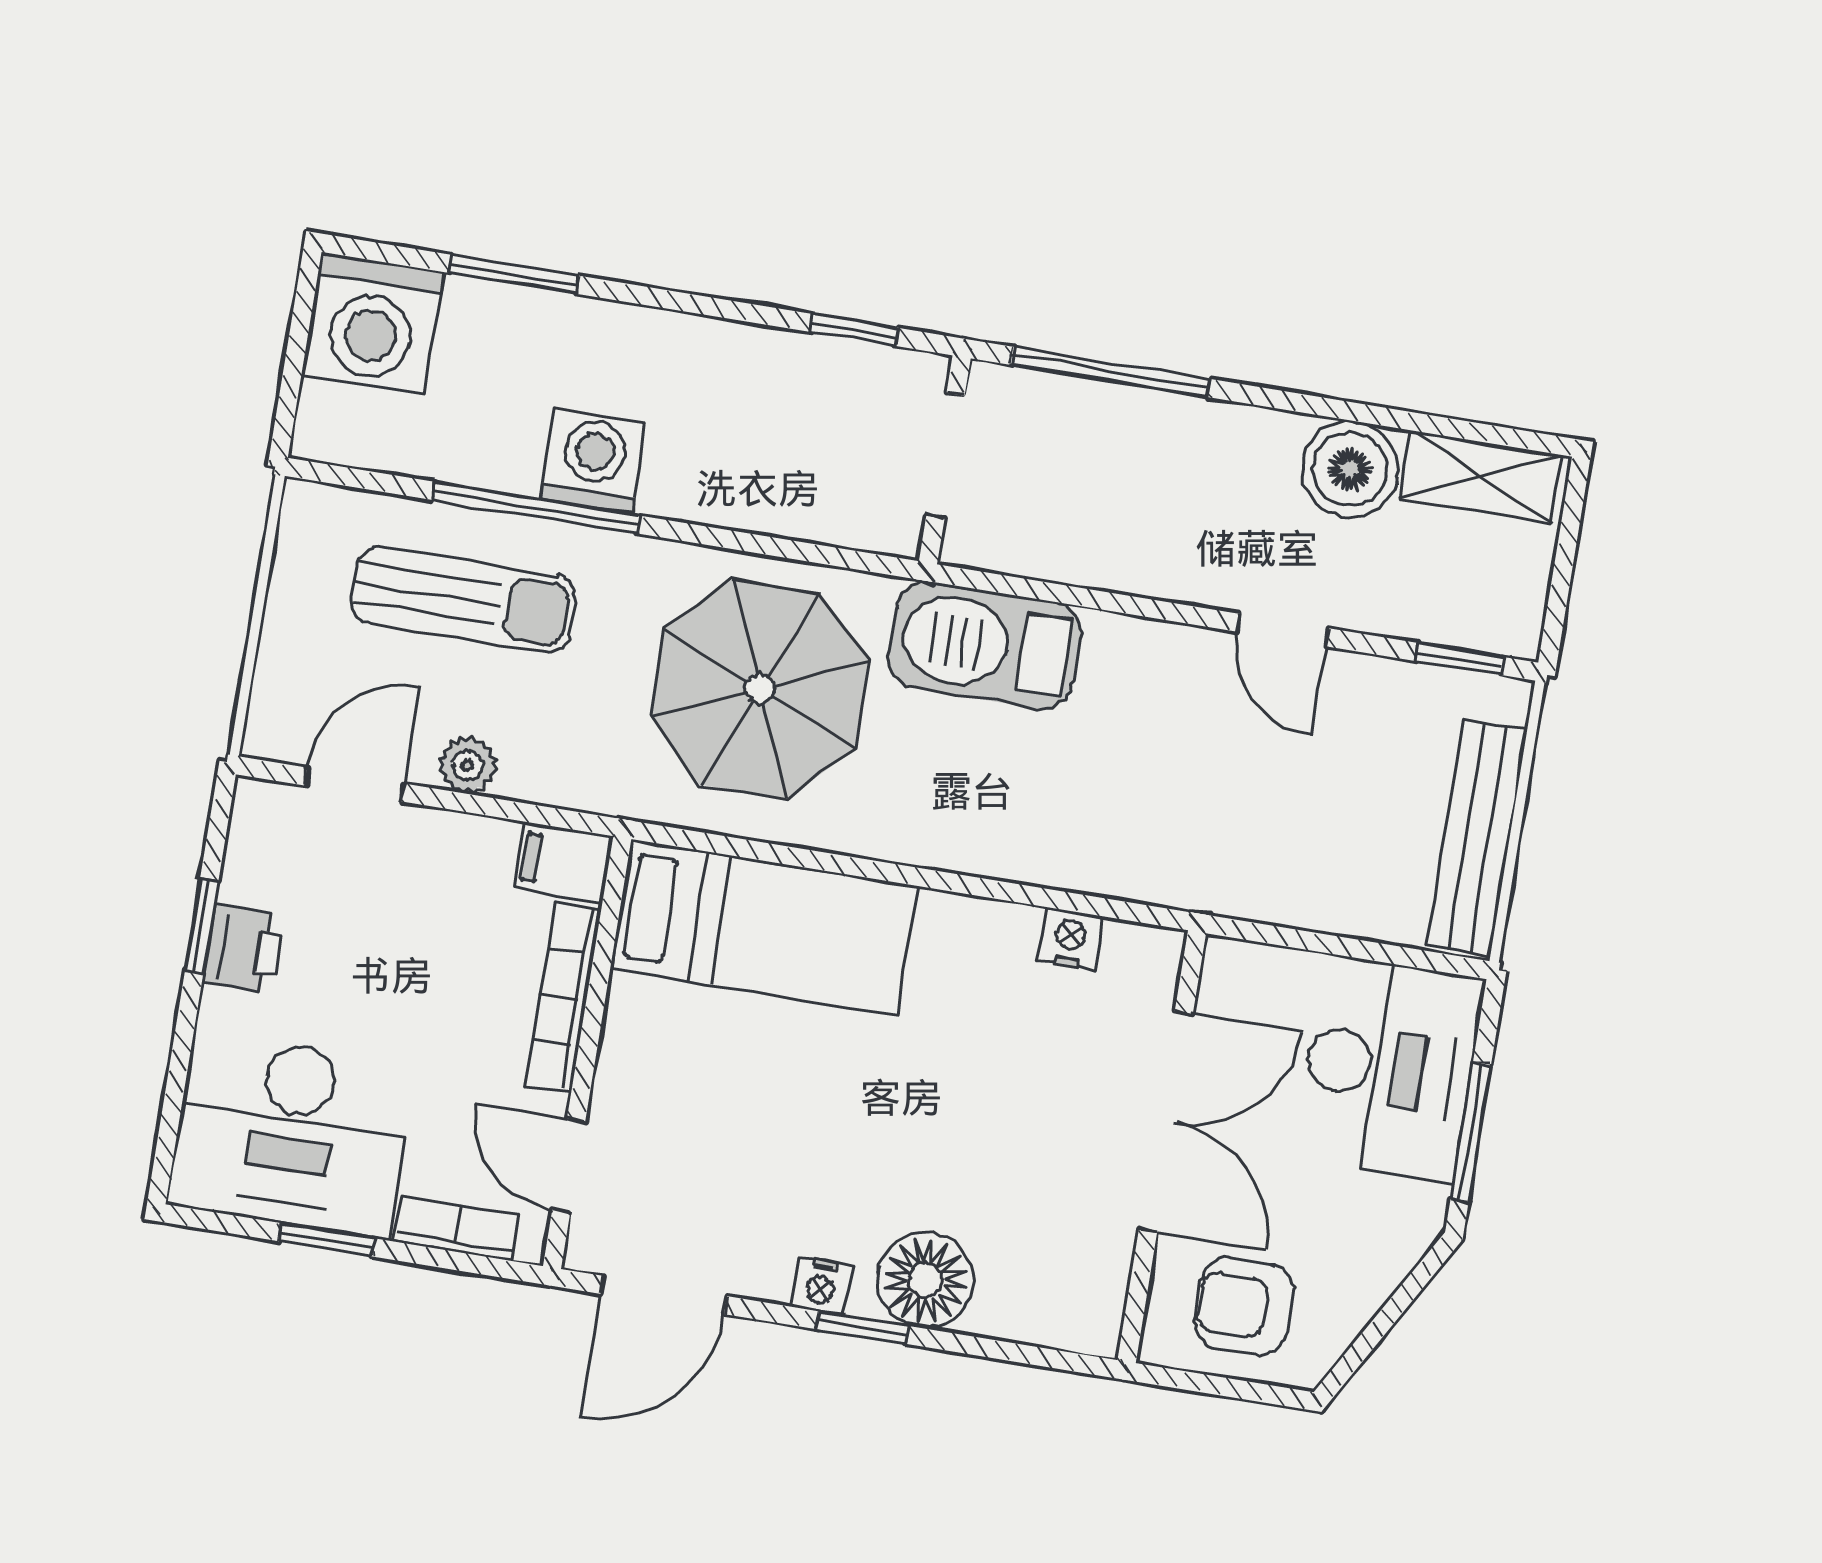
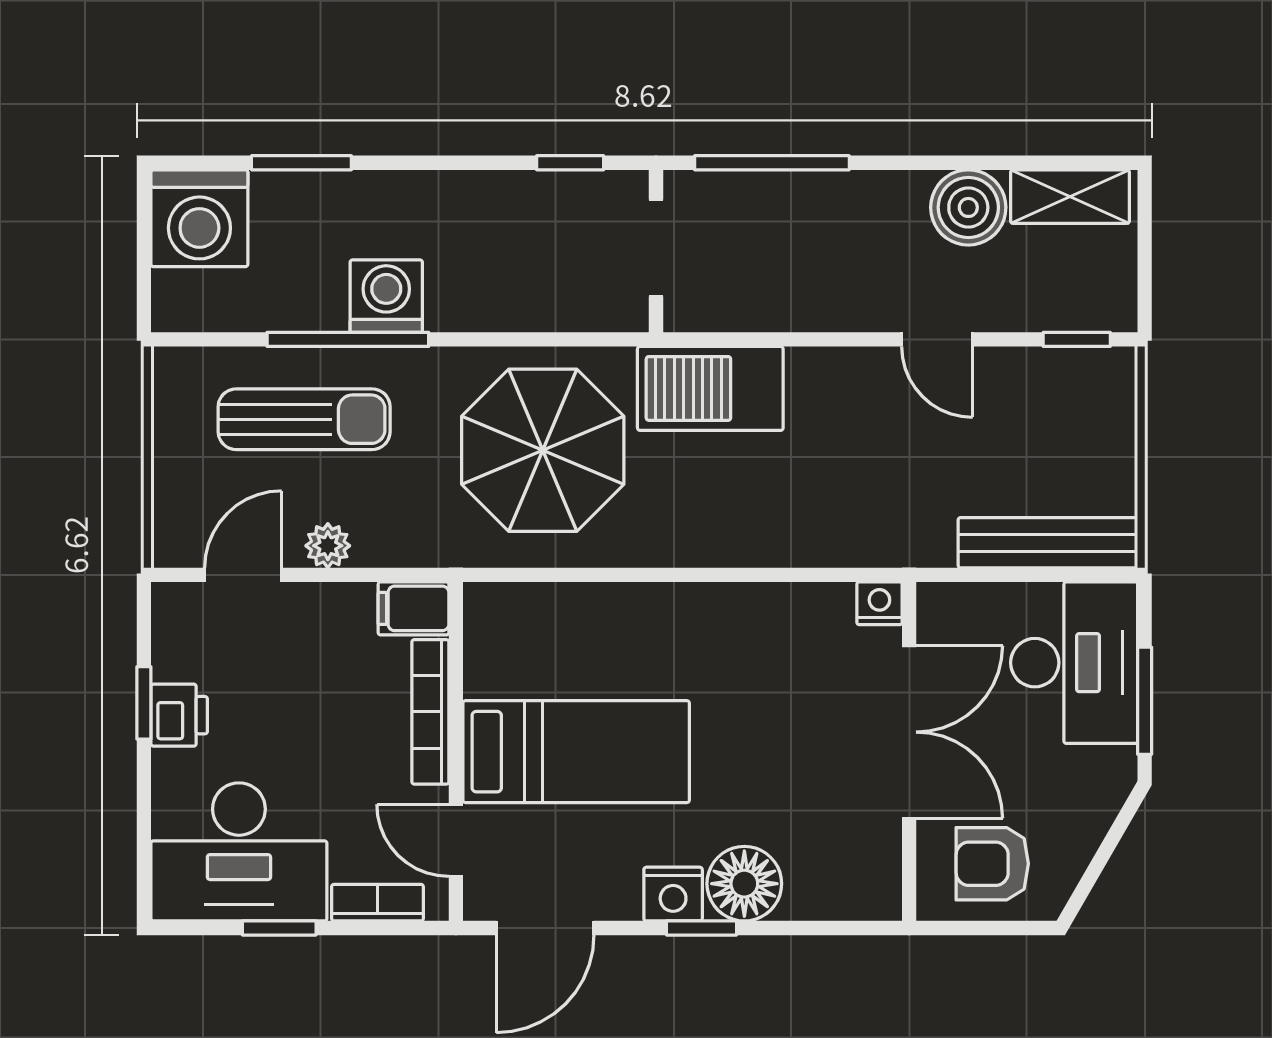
bench: (1477, 838) -> (1048, 543), moved, turned 90
bed: (764, 927) -> (576, 752), moved
nightstand: (1070, 939) -> (879, 603), moved
nightstand: (821, 1286) -> (673, 894), width x1.39, depth x1.35

